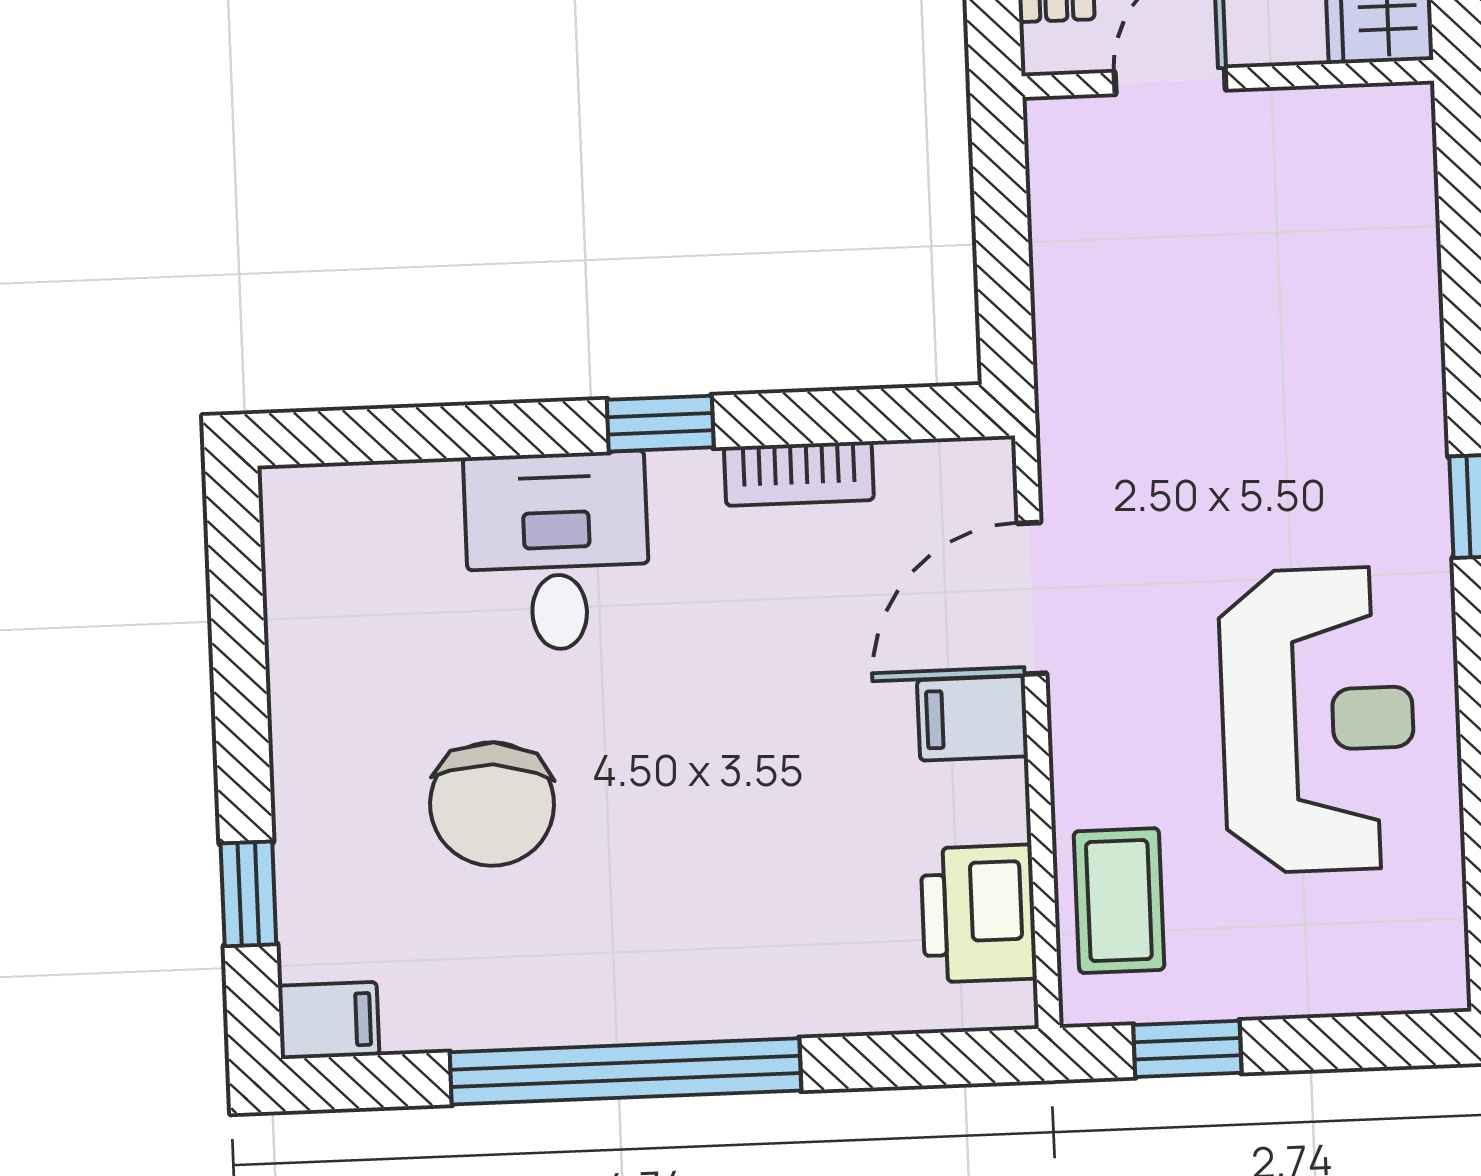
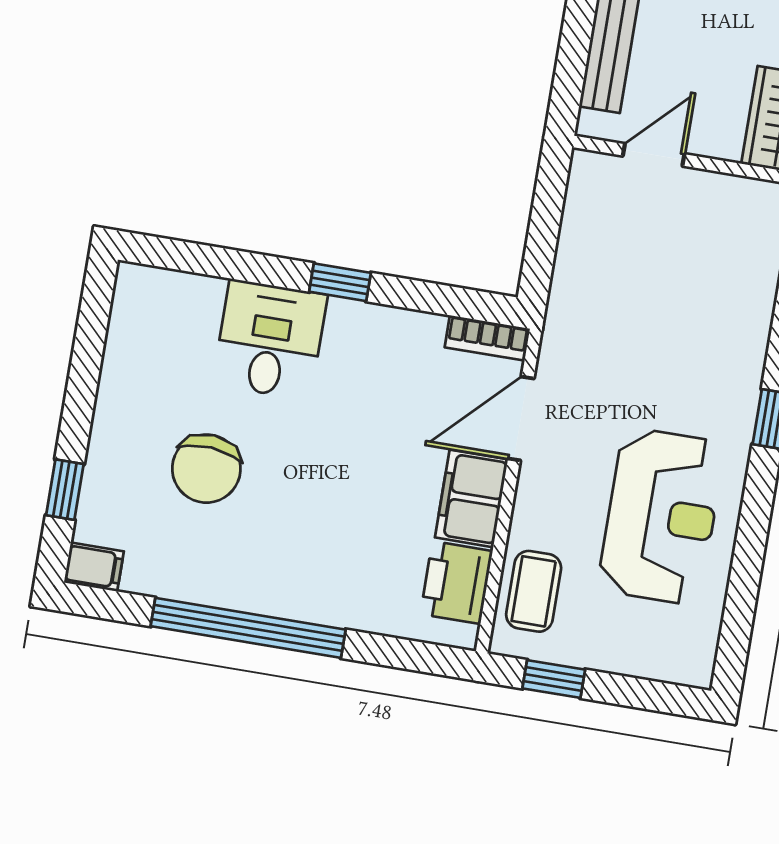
bookcase: (799, 474) -> (487, 338), moved
filing cabinet: (973, 718) -> (472, 498), width x2.00

